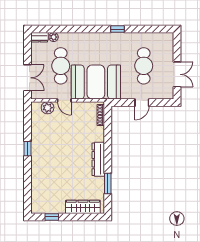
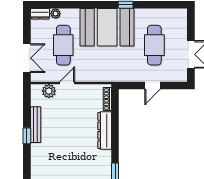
booth: (96, 82) -> (107, 27), moved
door: (64, 100) -> (67, 83), swing flipped
bench: (35, 138) -> (36, 125), added
dresser: (98, 159) -> (105, 131), moved

